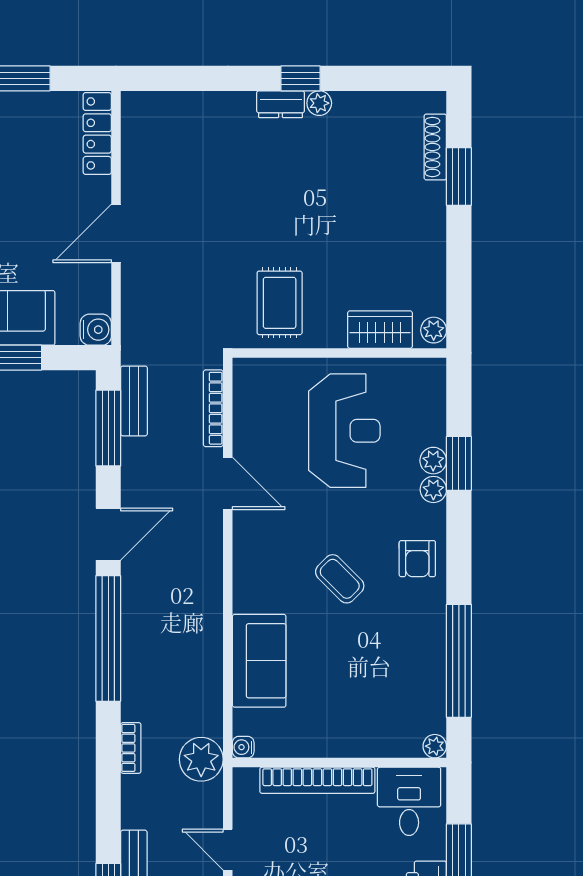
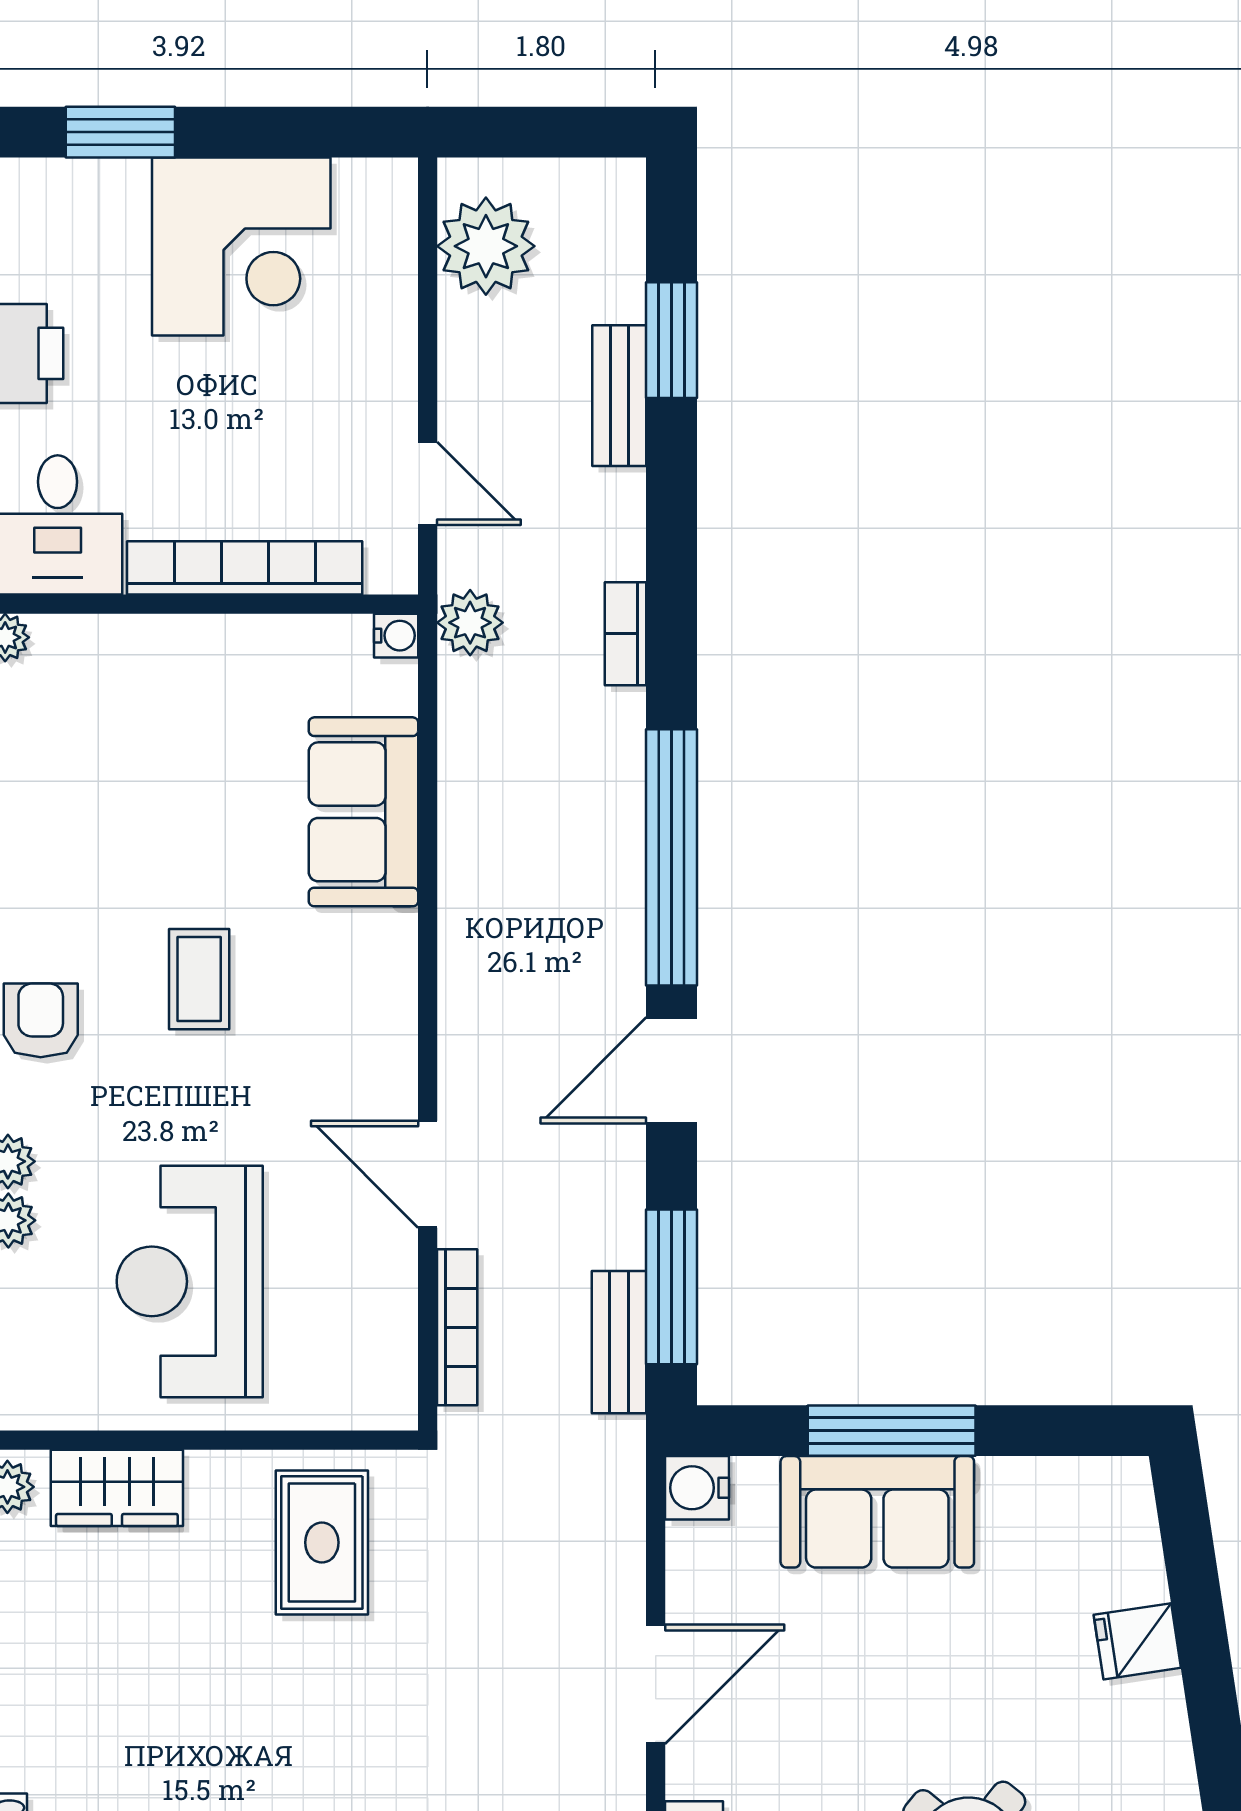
coffee table: (340, 579) -> (199, 979), turned 45
plant: (201, 759) -> (470, 623), width x0.73, depth x0.73
door: (228, 850) -> (428, 483), moved

